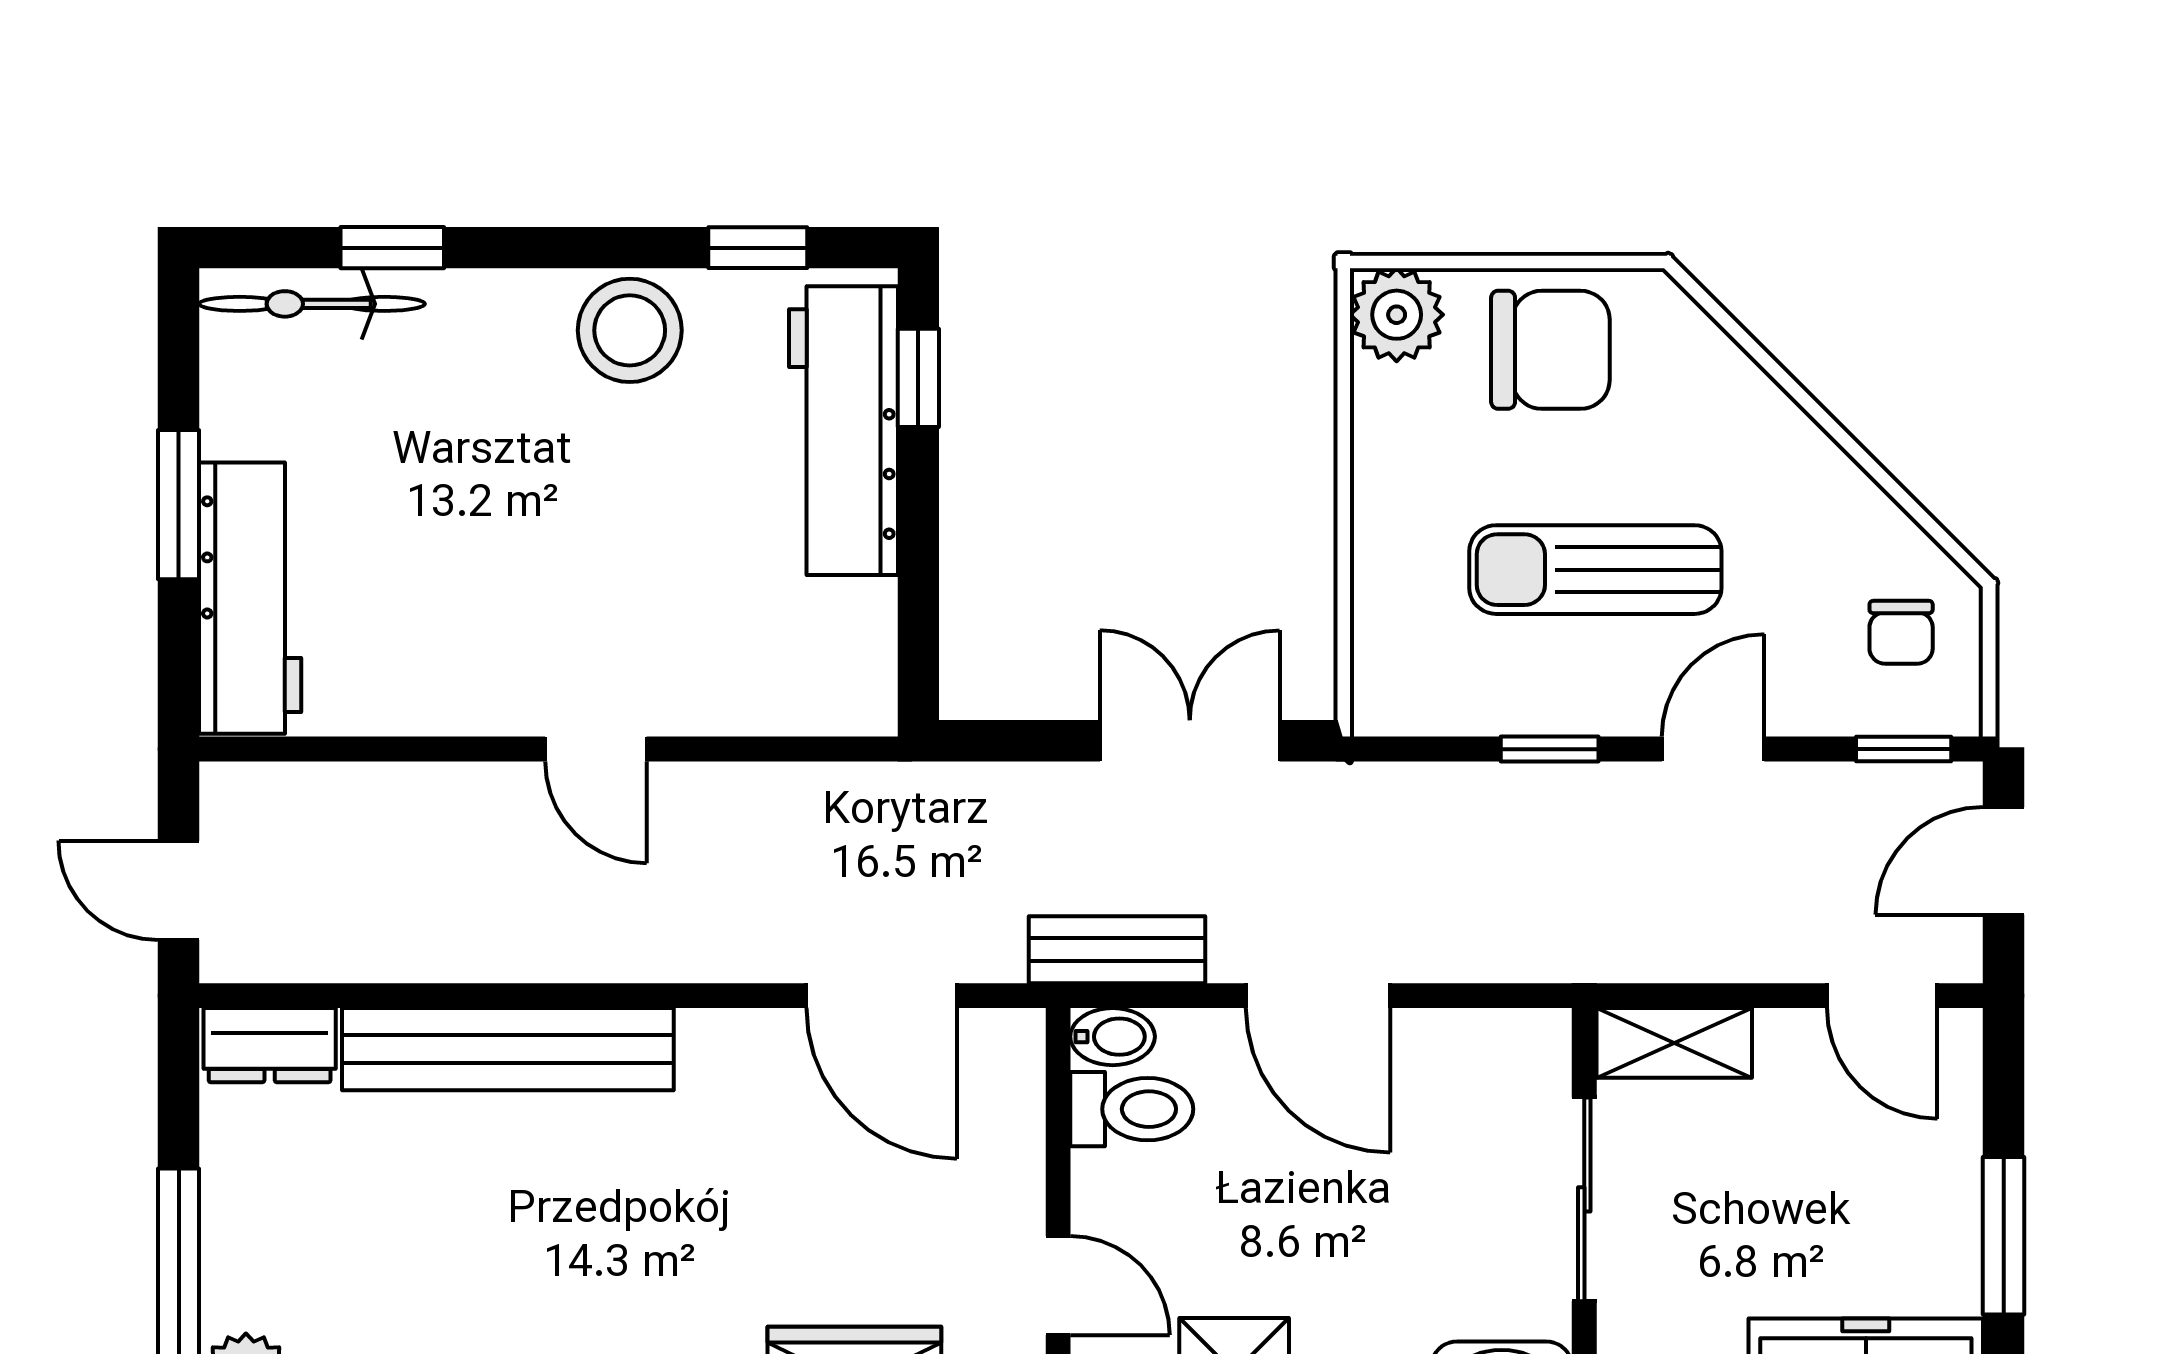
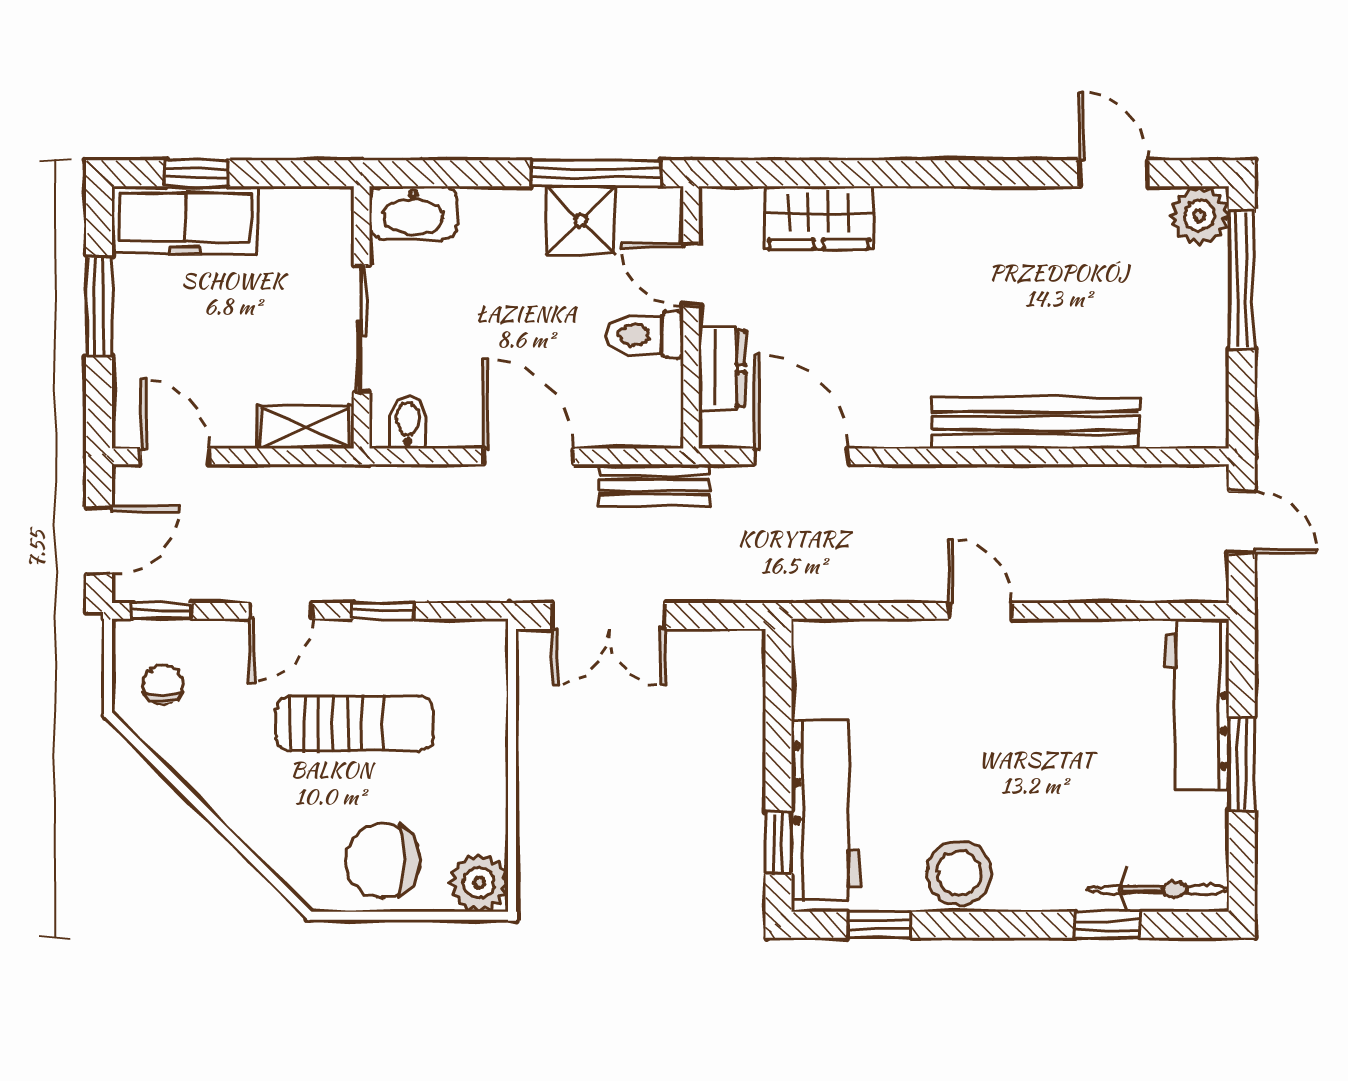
bidet: (1113, 1037) -> (408, 422), moved, turned 90
dresser: (270, 1045) -> (722, 368), moved, turned 90
toilet: (1132, 1109) -> (645, 335), moved

